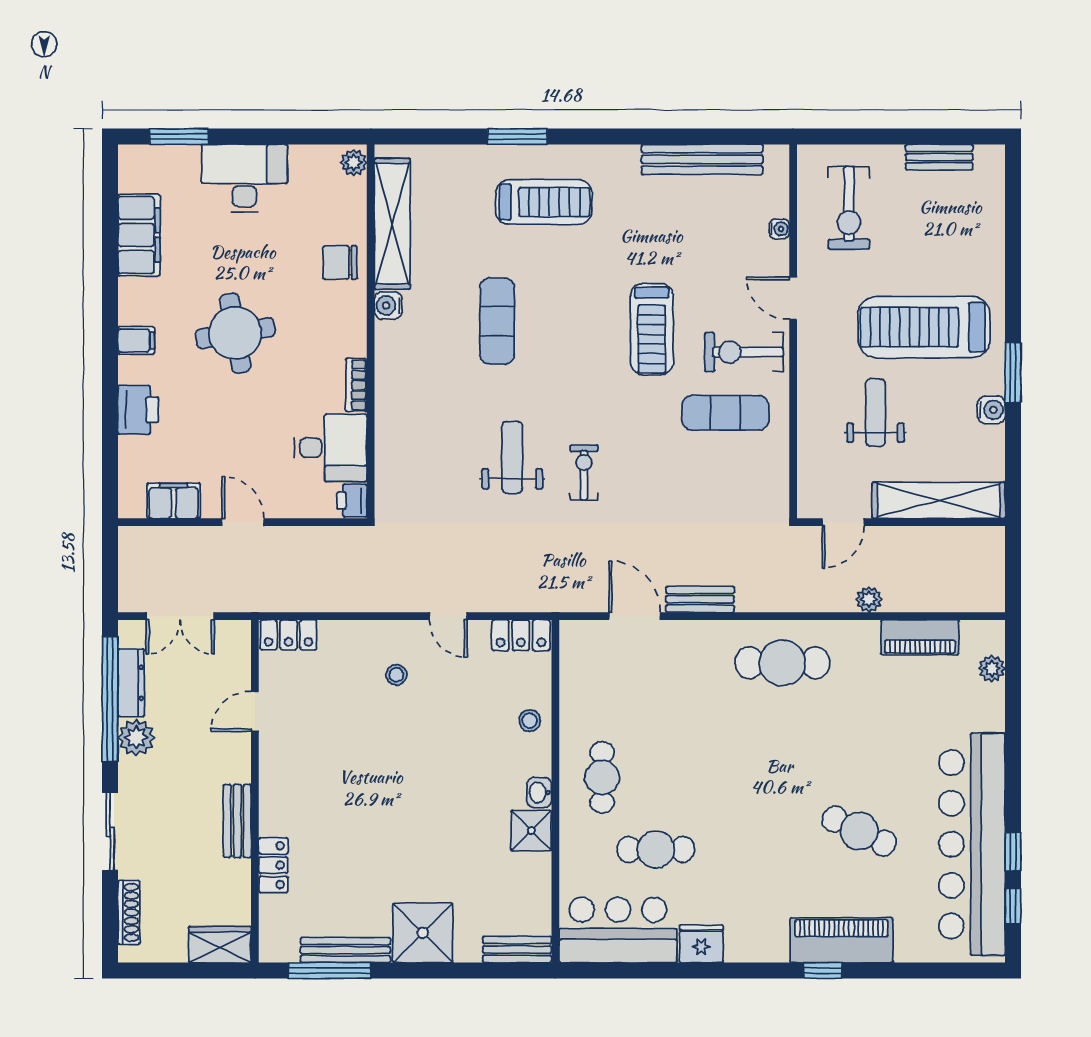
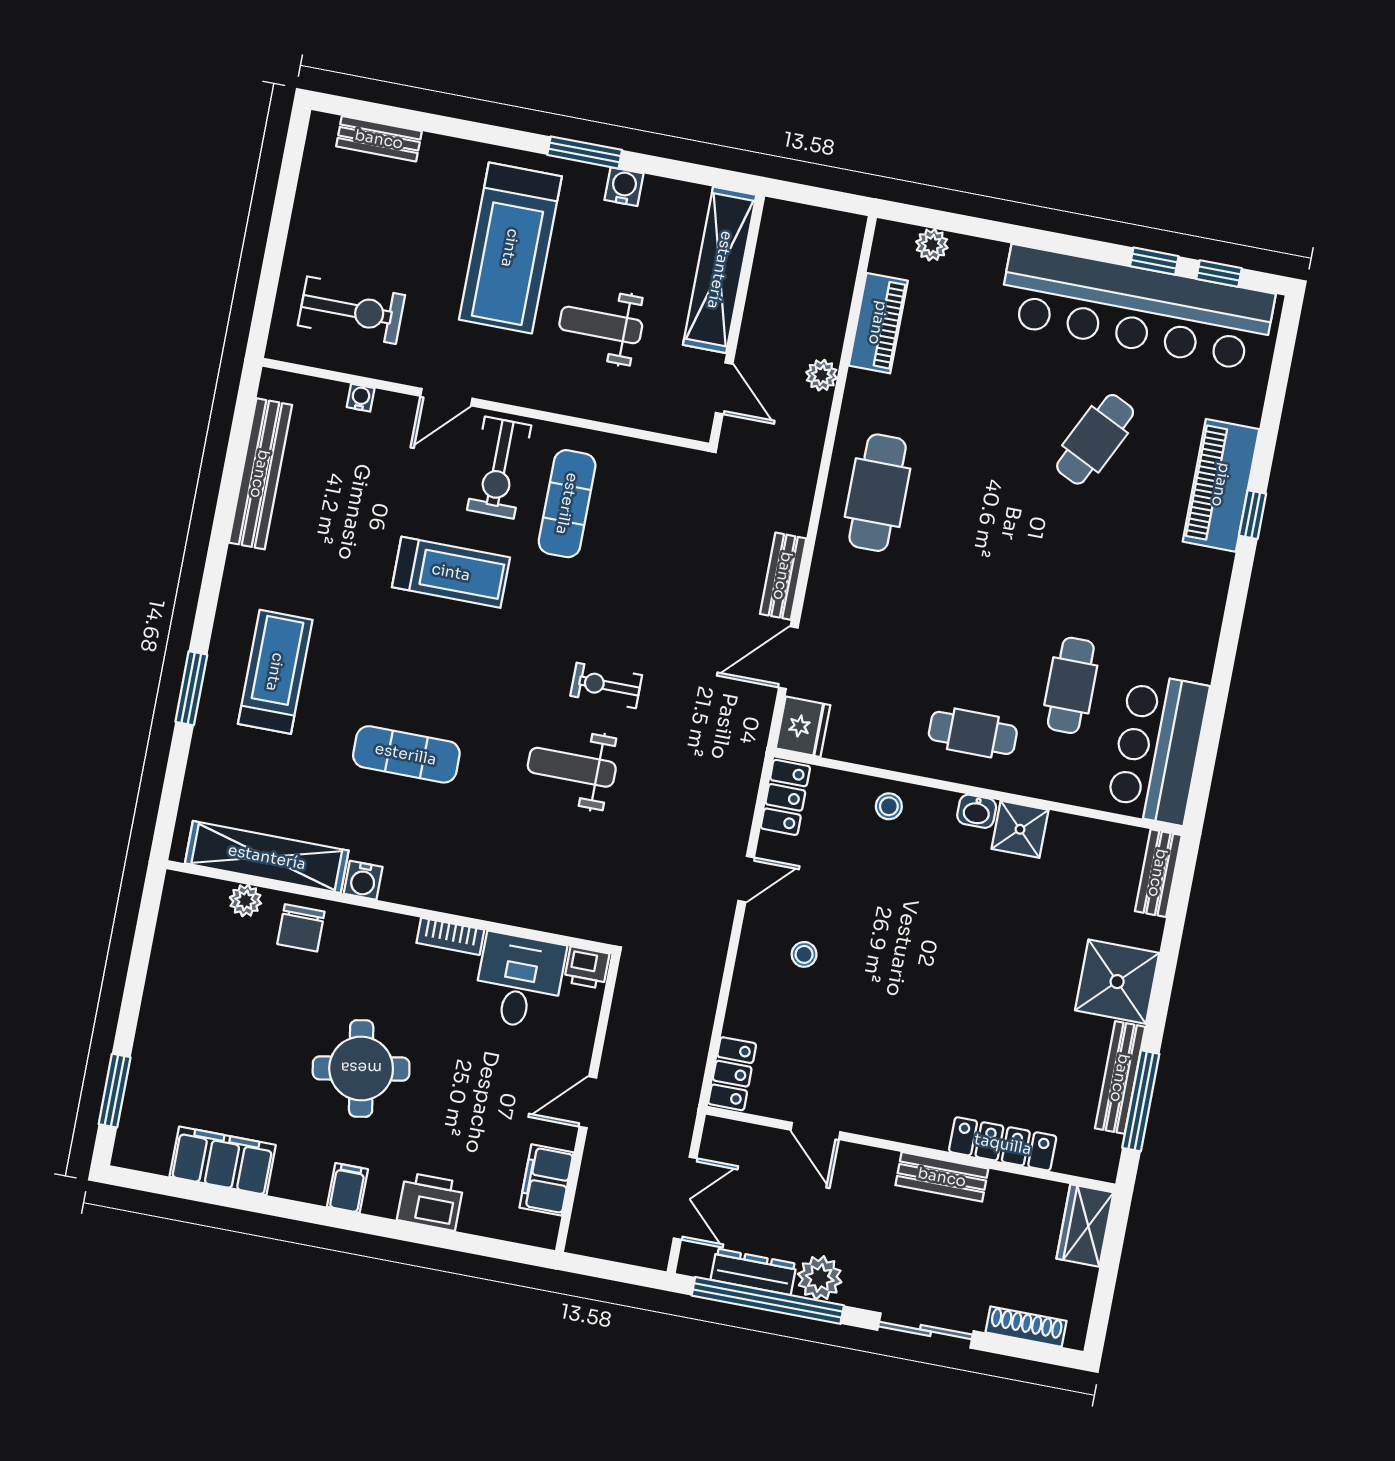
bench: (939, 157) -> (379, 139), moved, turned 90
plant: (354, 162) -> (245, 900), moved
desk: (244, 178) -> (179, 1022), removed
locker: (273, 865) -> (1003, 1144), width x1.53
fridge: (701, 944) -> (803, 727), moved, turned 180

